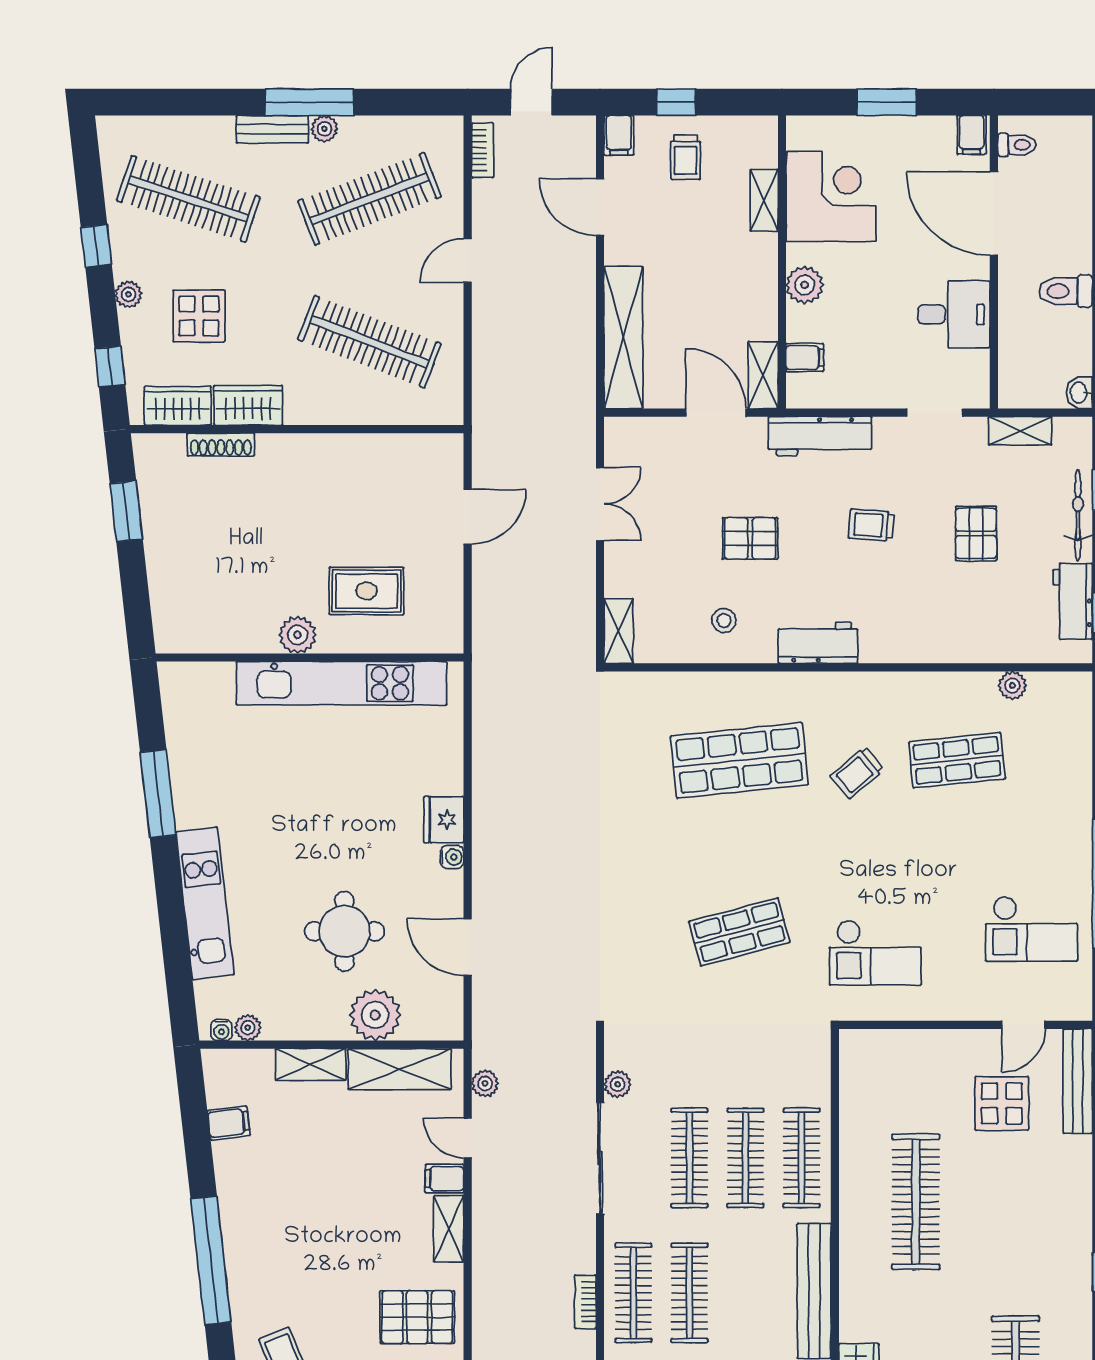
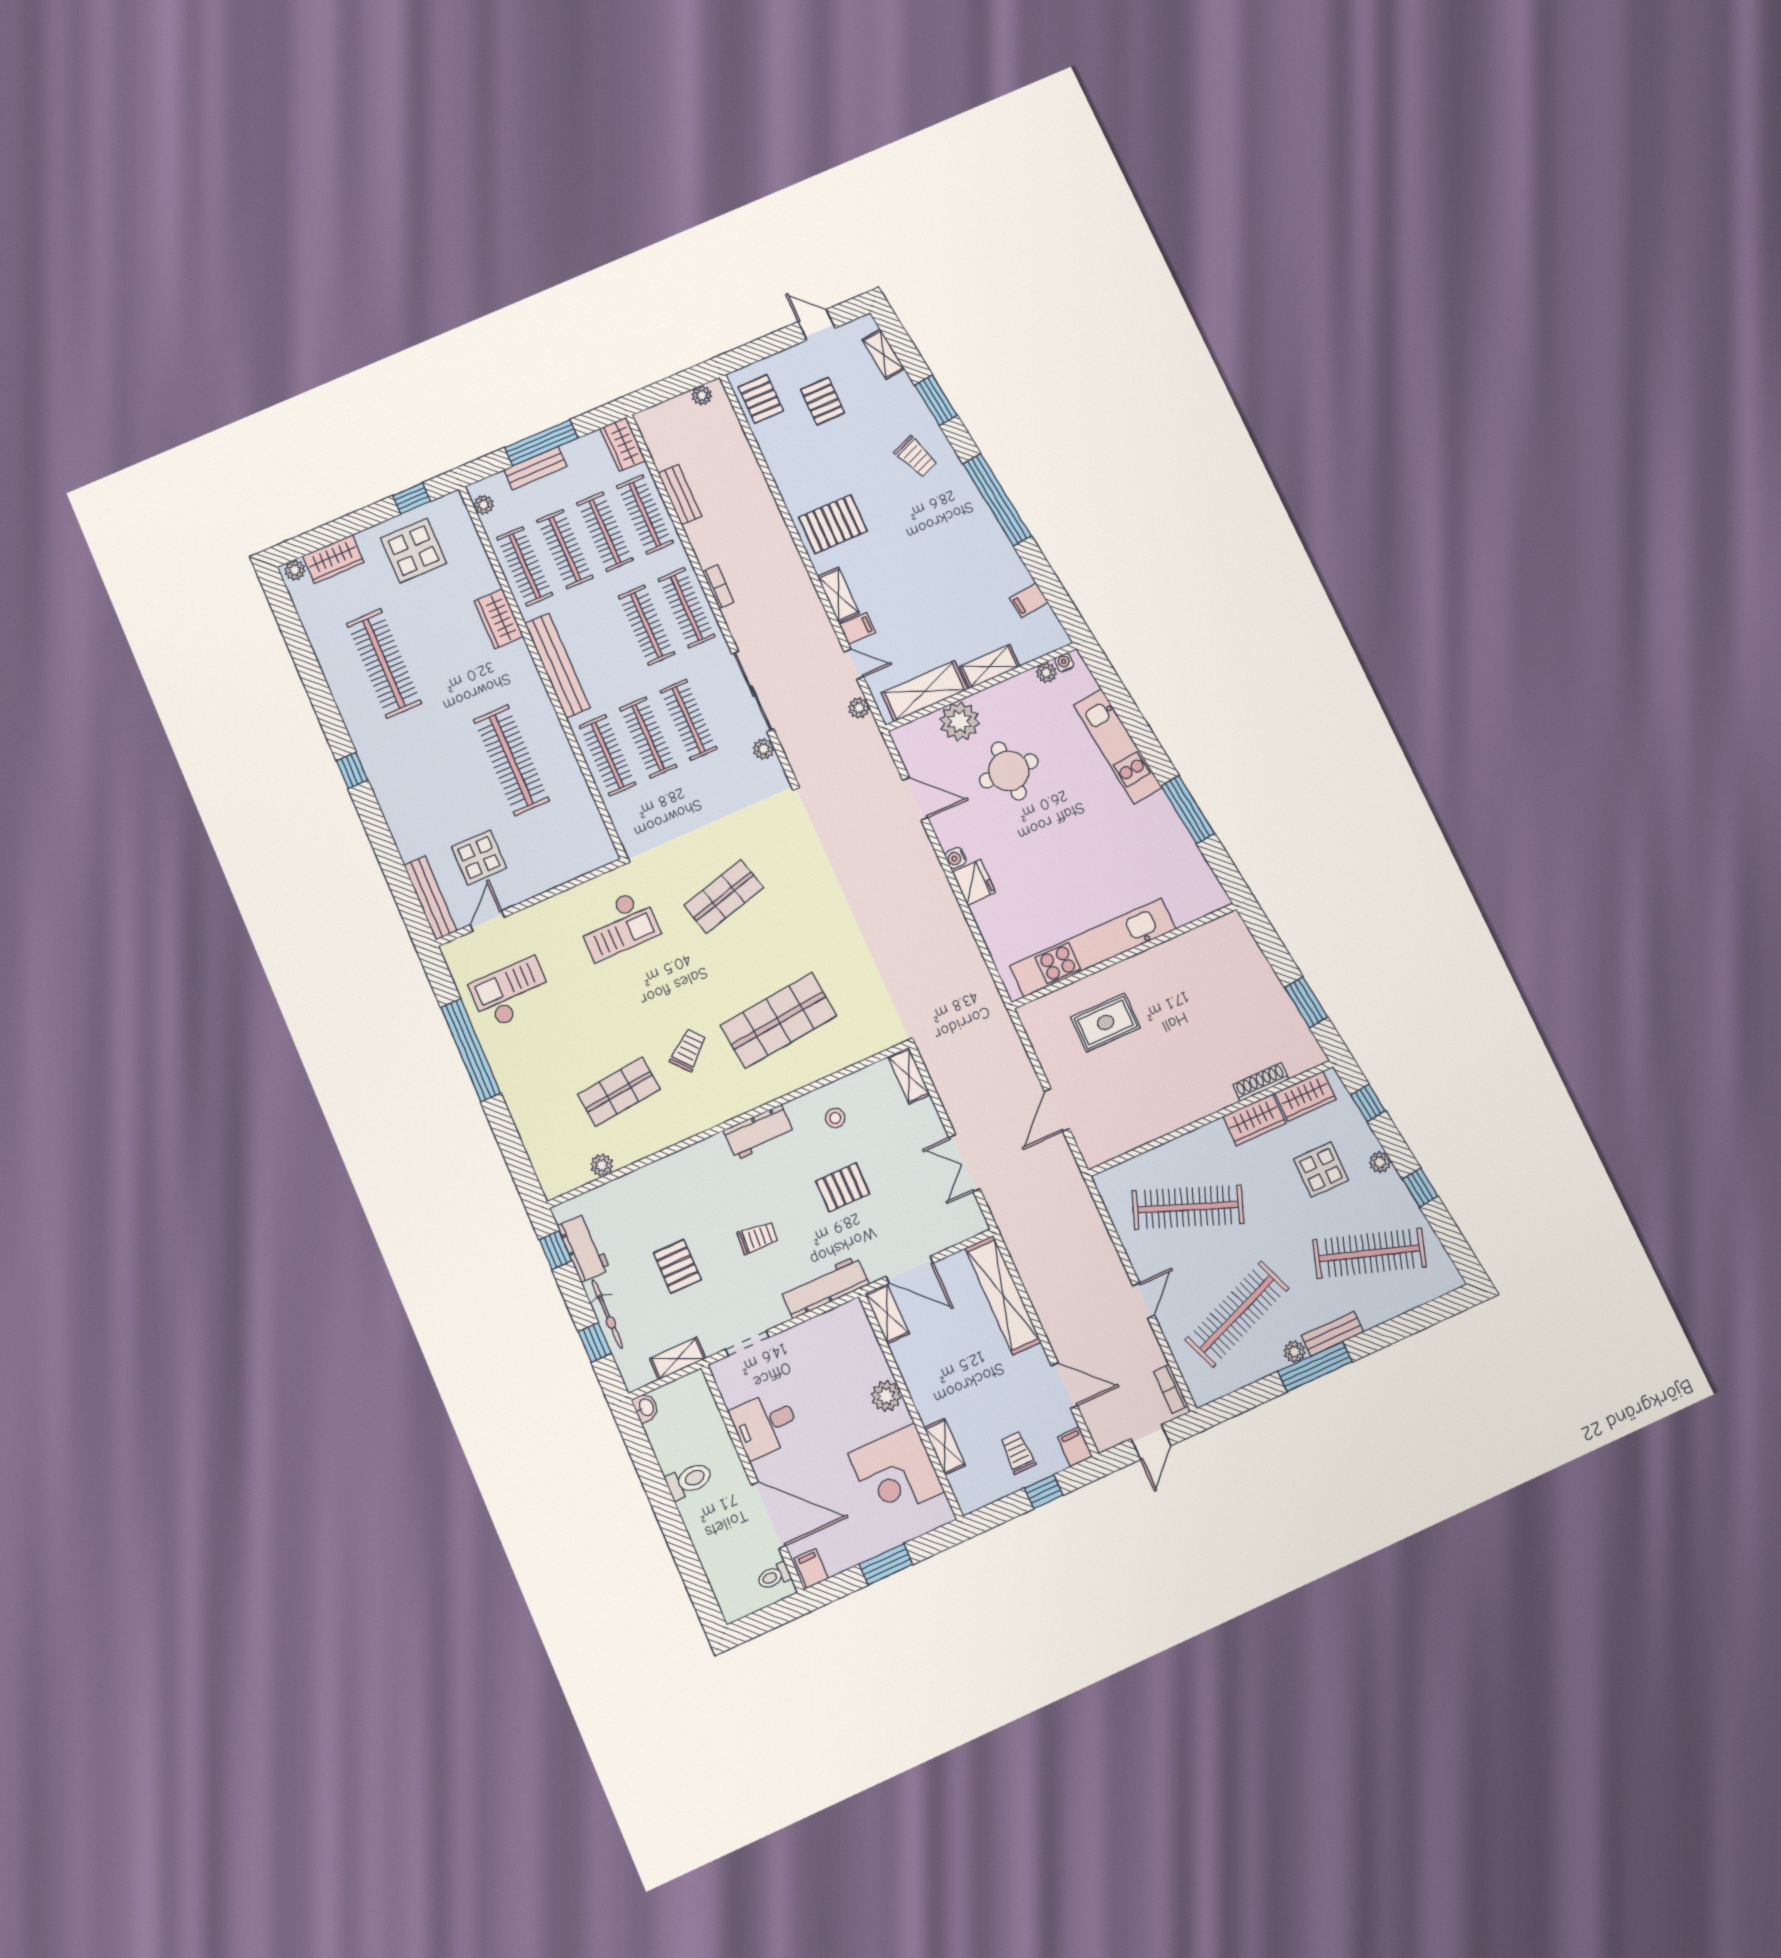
filing cabinet: (805, 358) -> (862, 1341), removed
plant: (298, 635) -> (1141, 968), removed
checkout: (875, 953) -> (618, 925), turned 180

